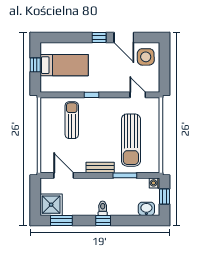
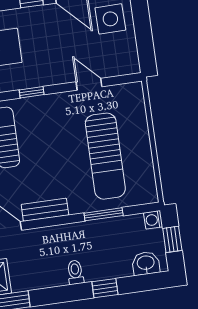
door: (138, 95) -> (89, 84), moved
bench: (100, 168) -> (45, 210), moved
window: (103, 220) -> (105, 288), moved

